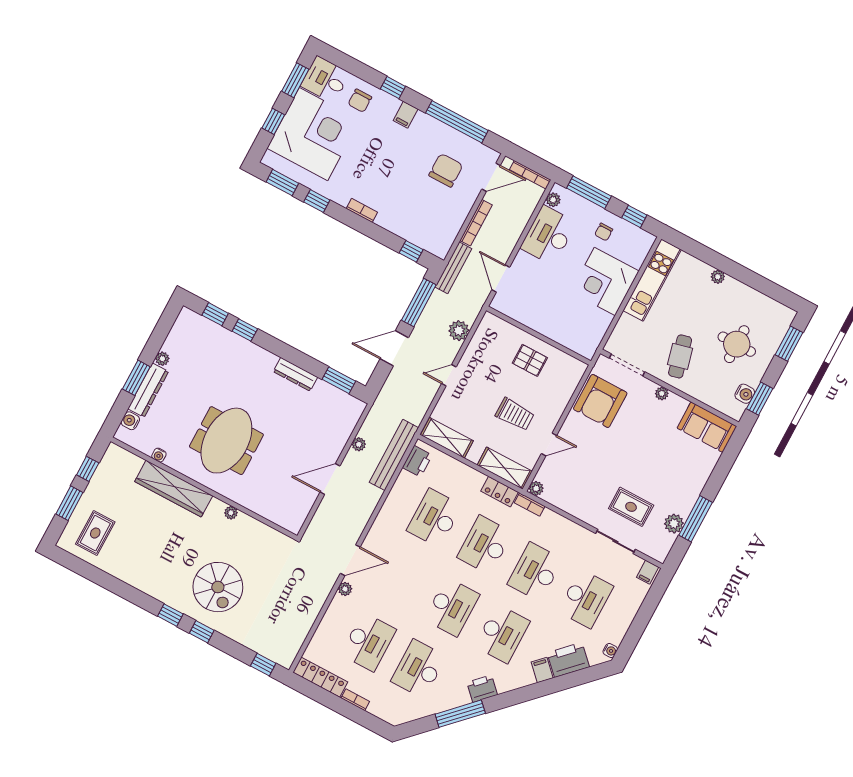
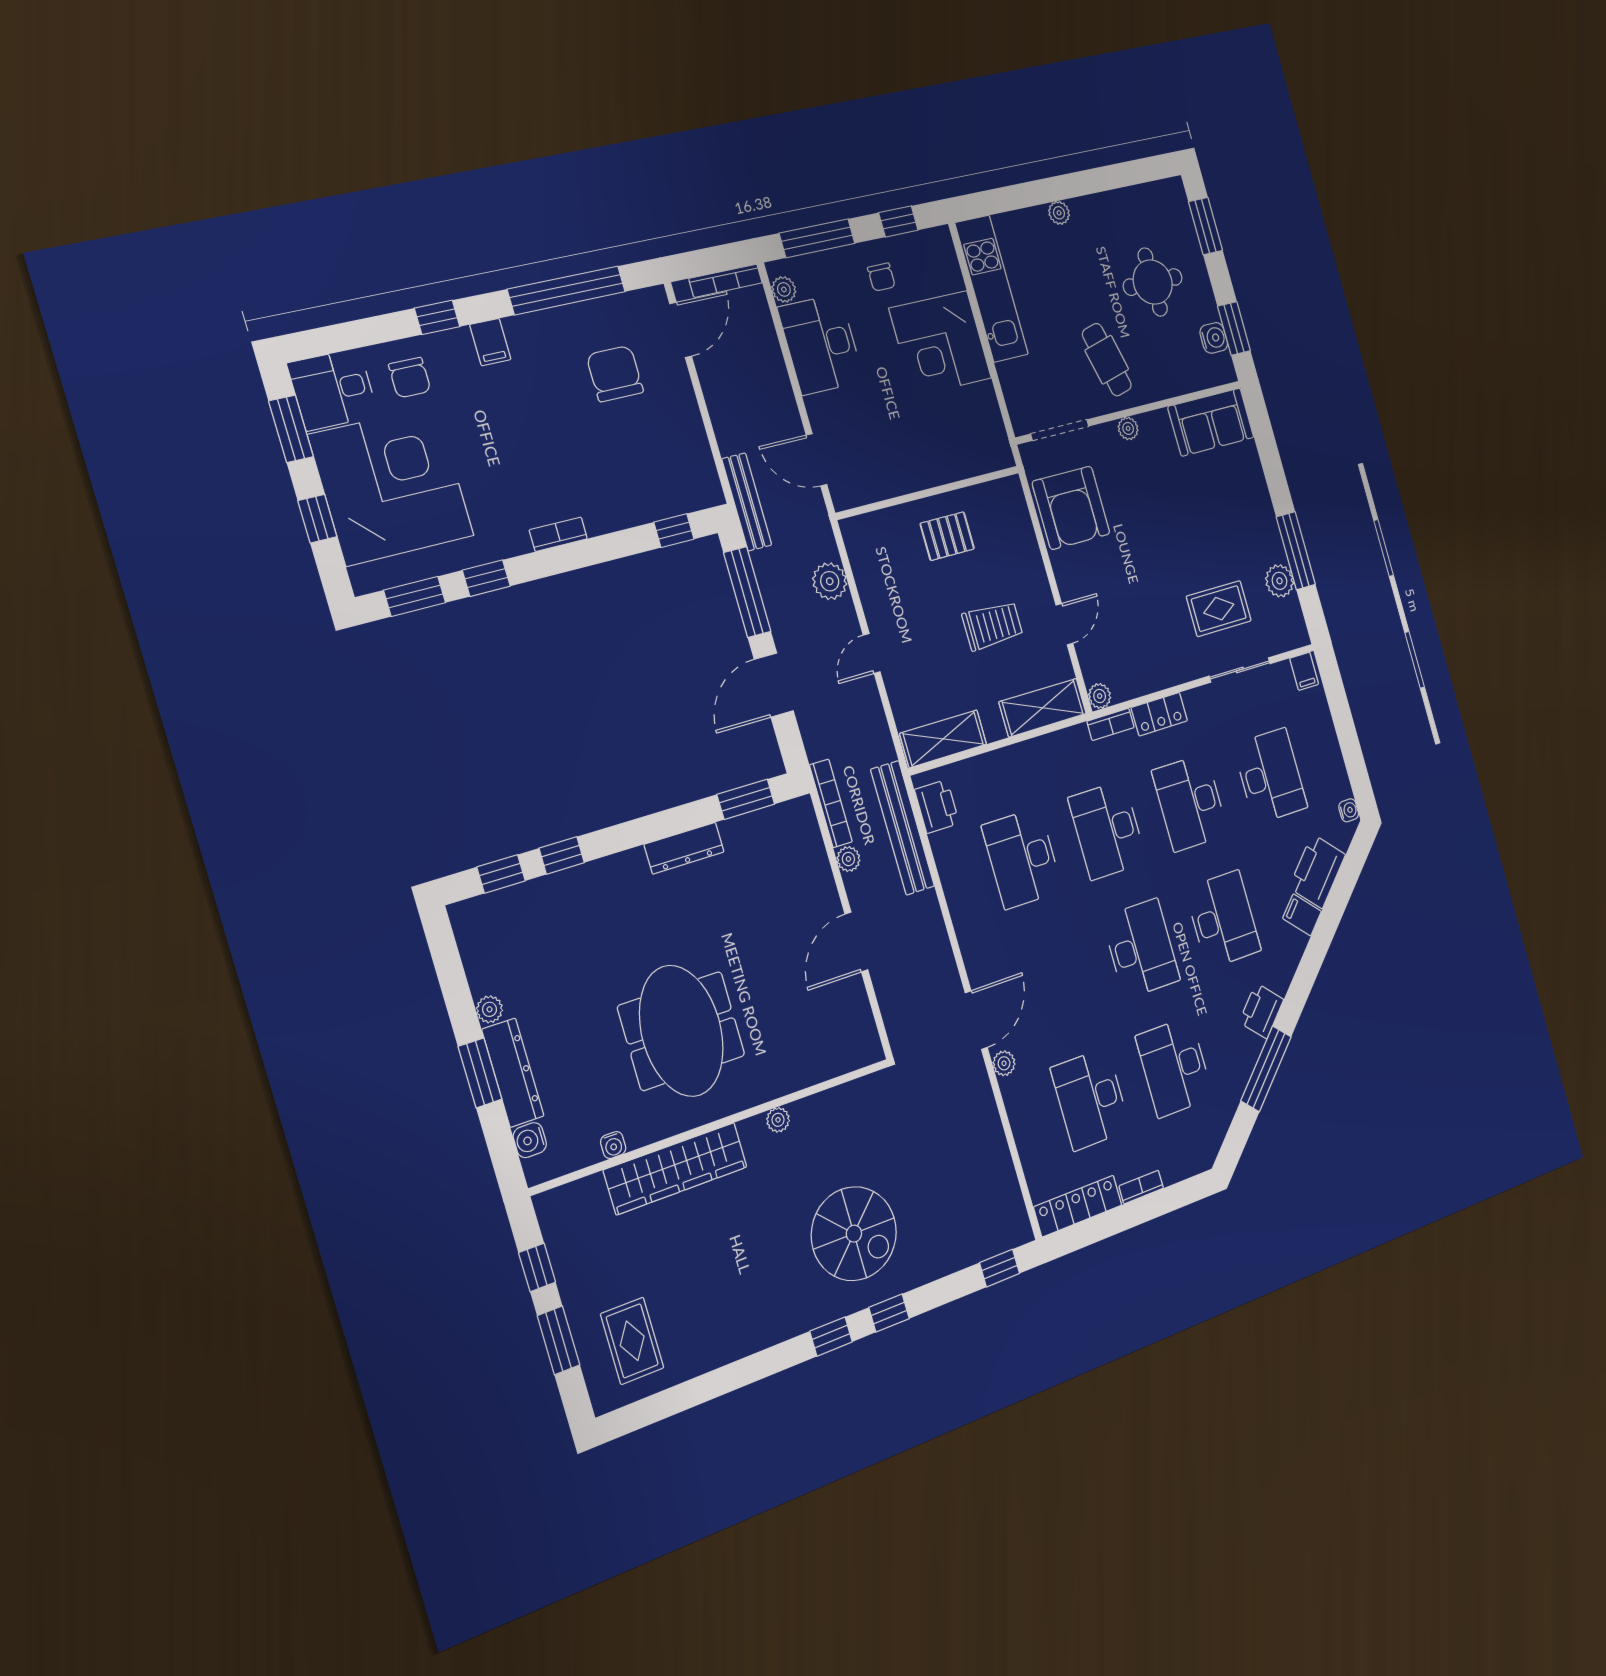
bookcase: (476, 223) -> (831, 803), moved
locker: (500, 492) -> (1159, 714), moved
desk: (368, 642) -> (1091, 1099), turned 180

